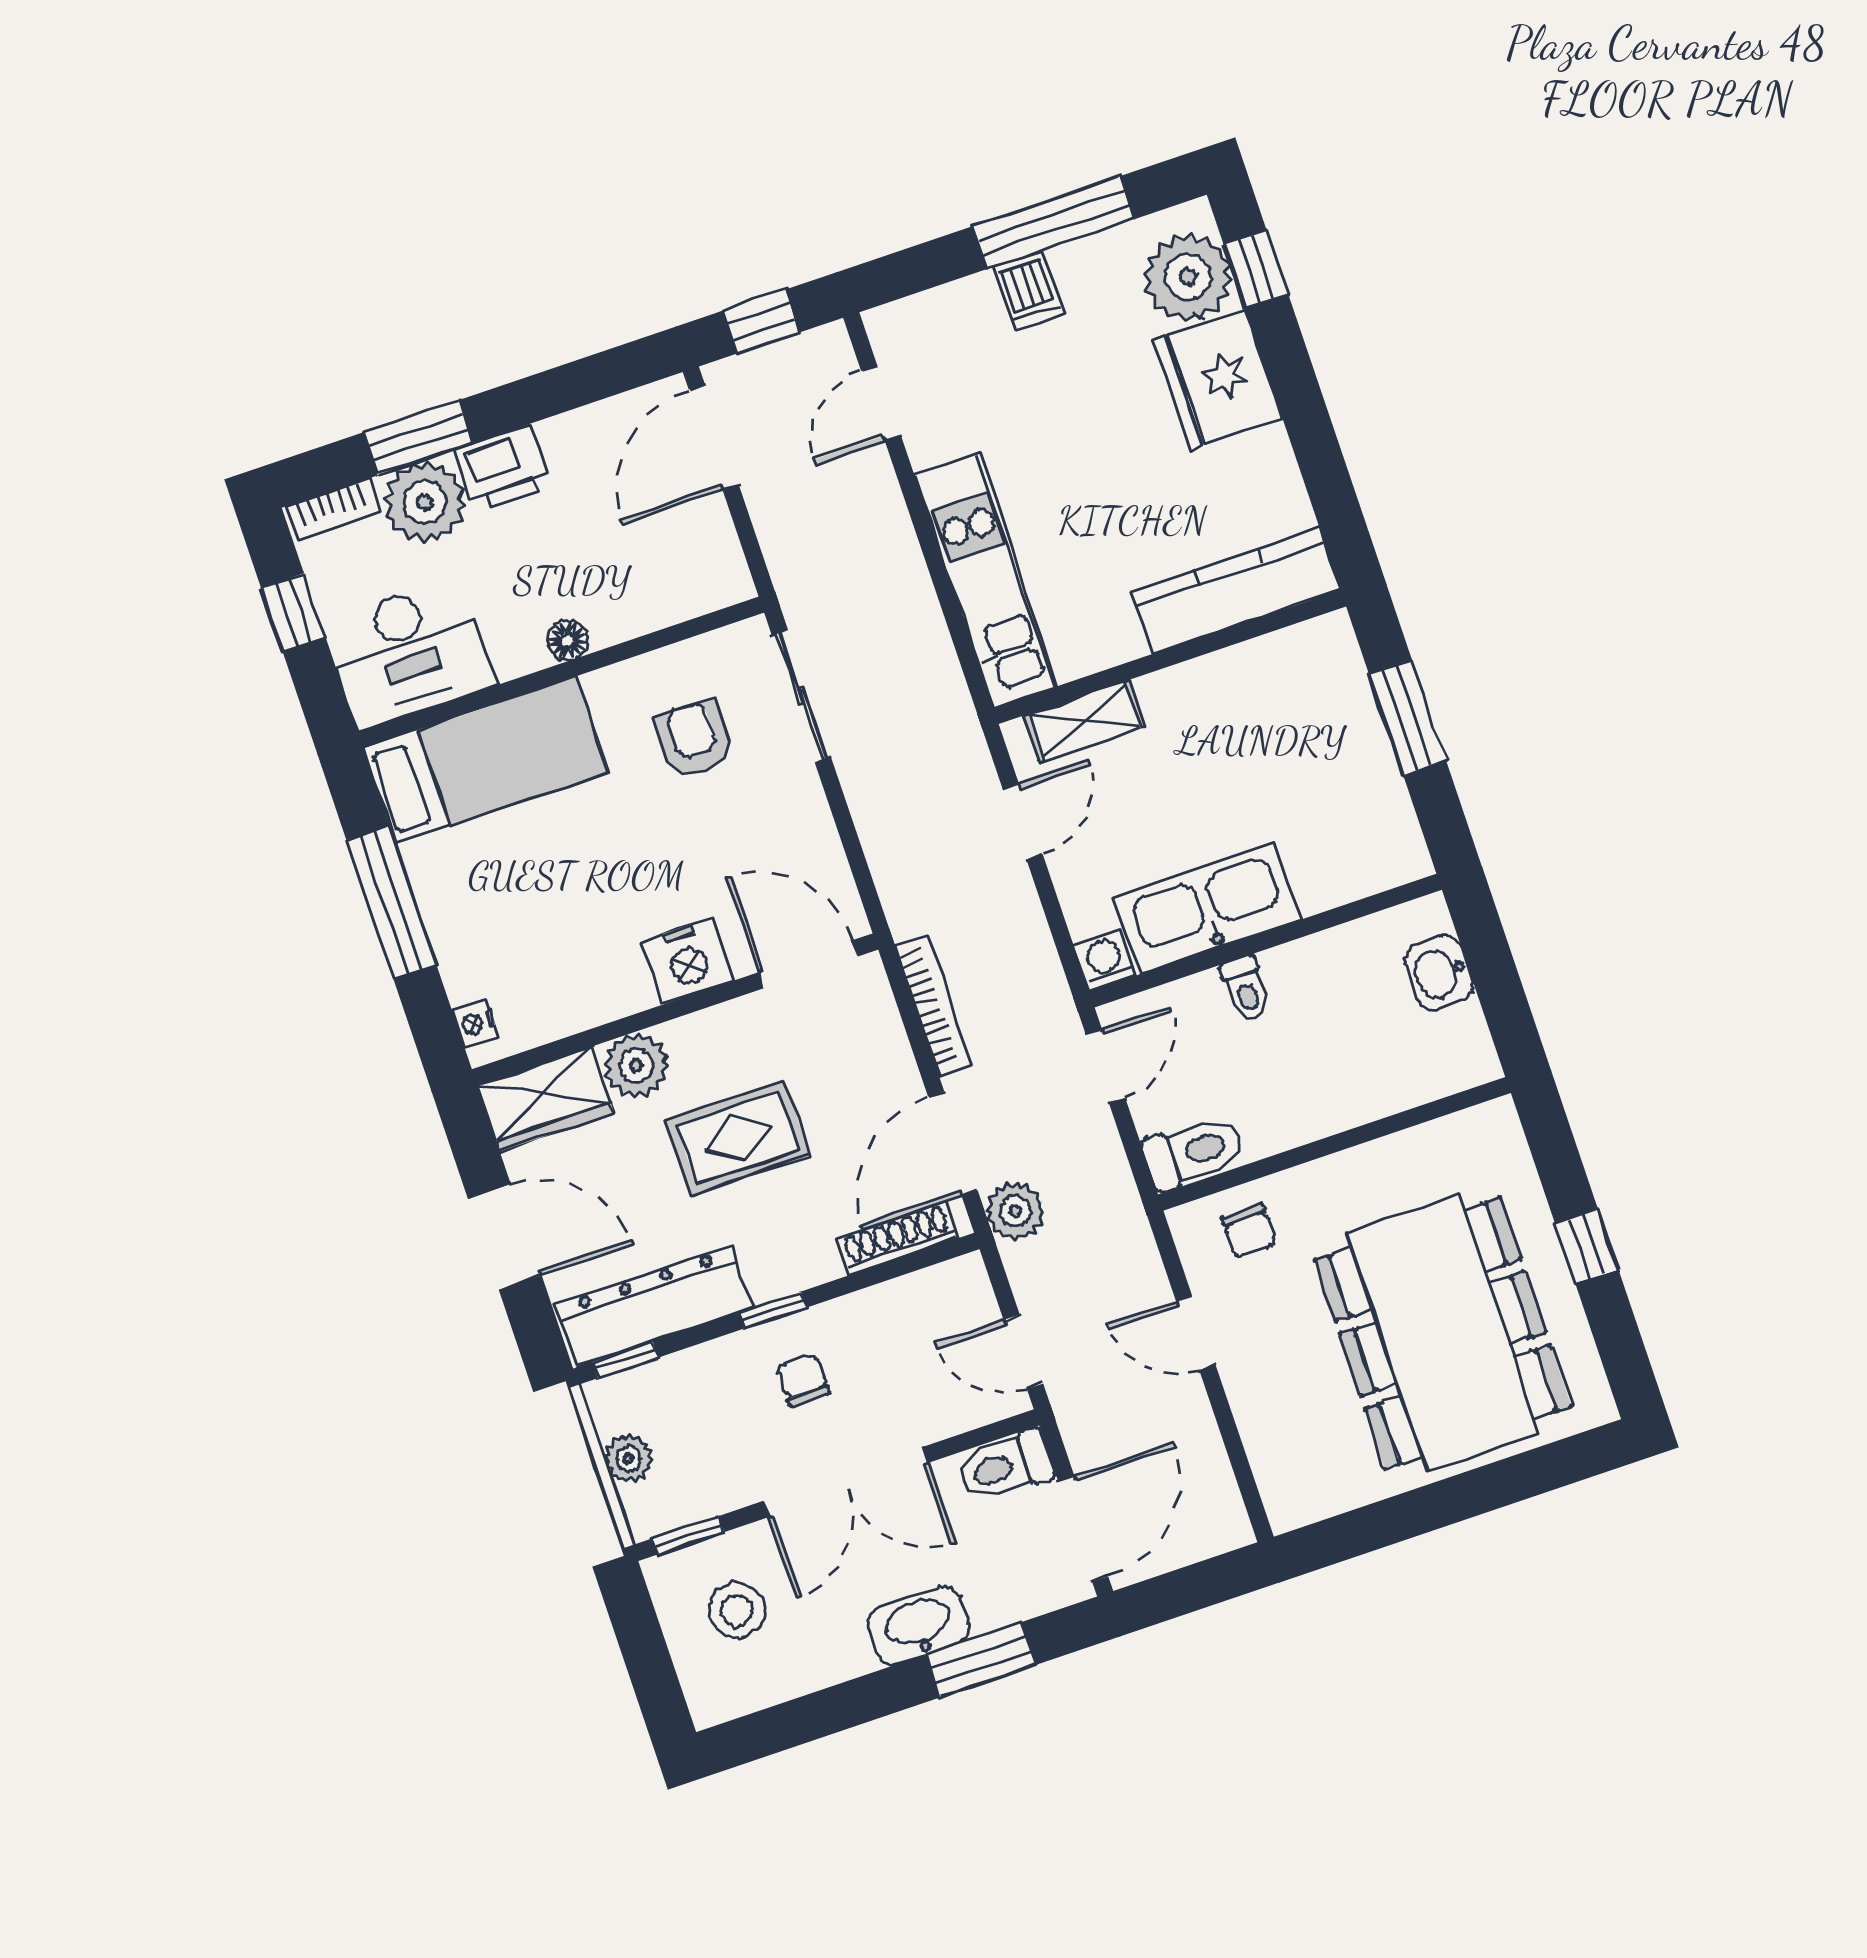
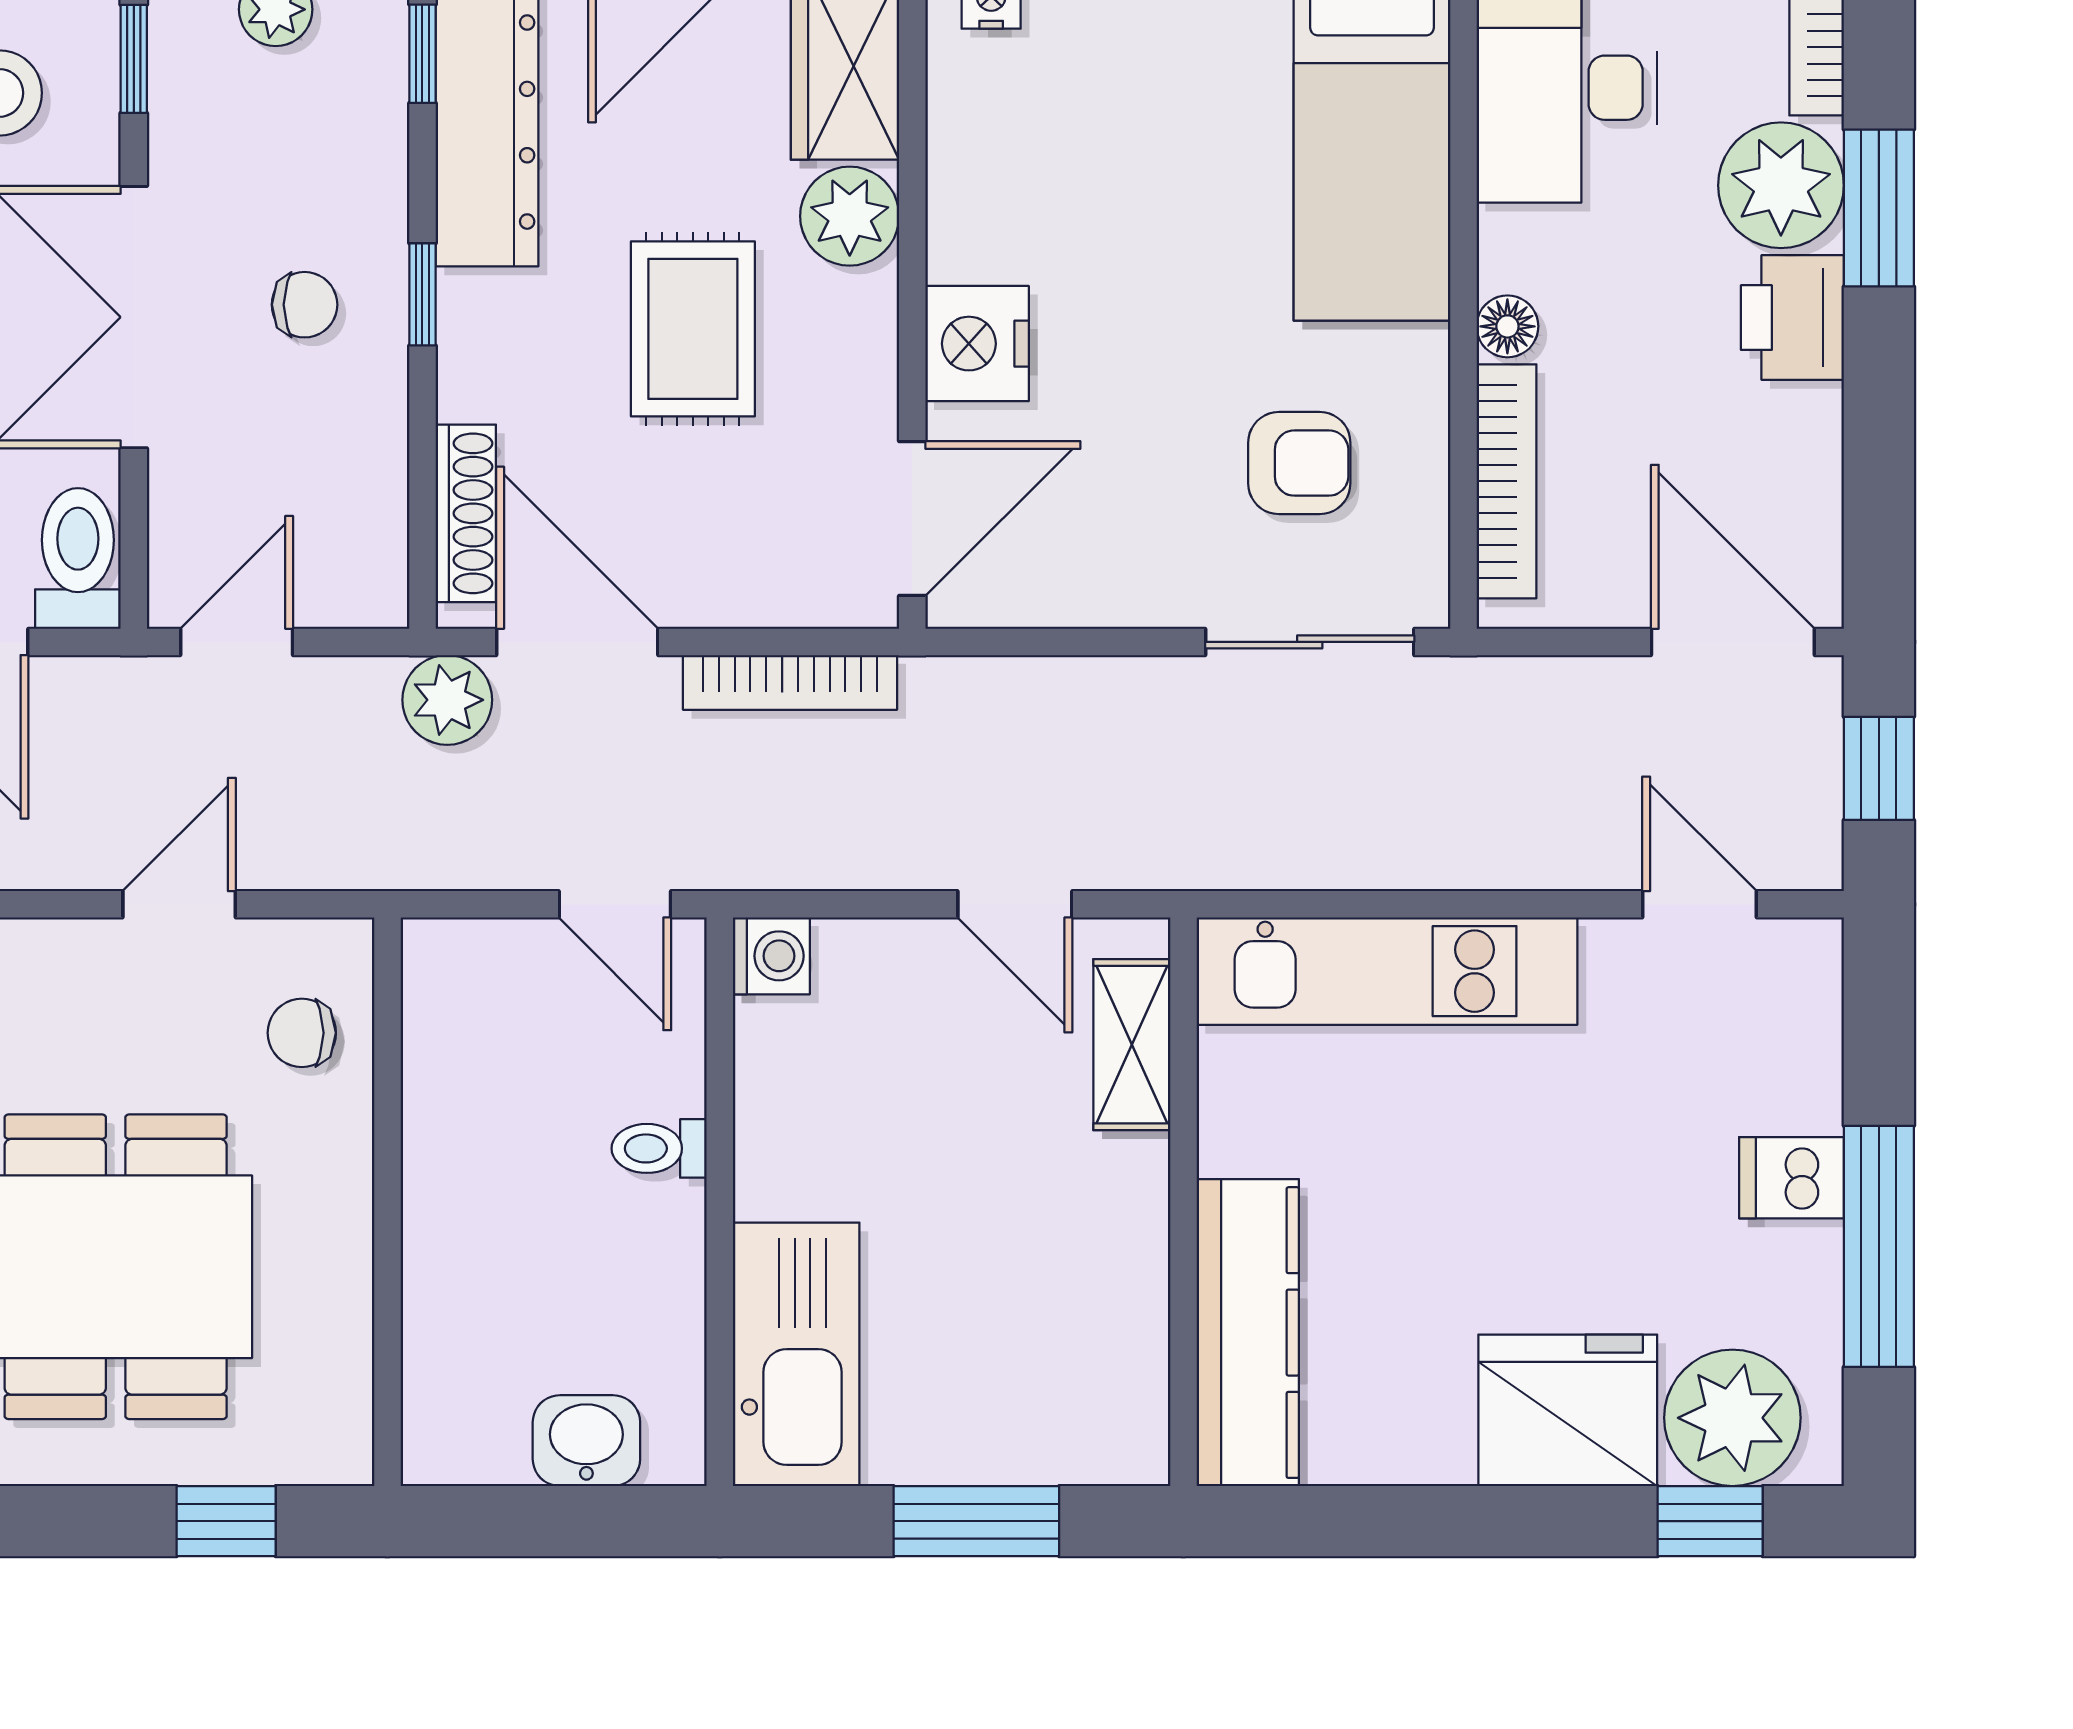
bookcase: (662, 609) -> (1506, 481), added
kitchen sink: (1208, 908) -> (796, 1354), moved
toilet: (1193, 1152) -> (445, 990), removed
window: (1587, 1247) -> (226, 1521), moved

